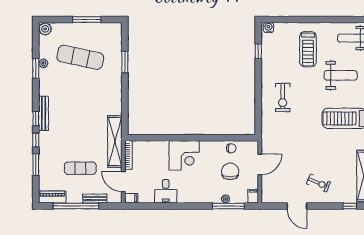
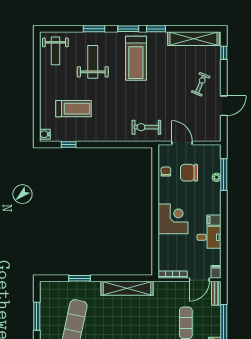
treadmill: (308, 49) -> (73, 109), moved
exercise bike: (283, 97) -> (146, 127), moved, turned 180
shelving: (115, 142) -> (127, 288), moved
filing cabinet: (253, 196) -> (214, 220), moved
bench: (95, 199) -> (216, 293), moved

